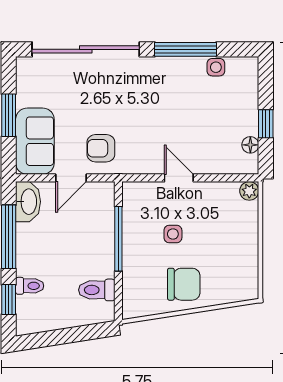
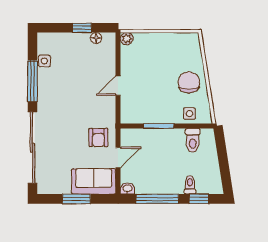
door: (71, 178) -> (118, 157), hinge flipped
washbasin: (28, 202) -> (127, 189), width x0.52, depth x0.69
side table: (173, 234) -> (189, 114), moved
window: (118, 239) -> (159, 126), width x0.69

